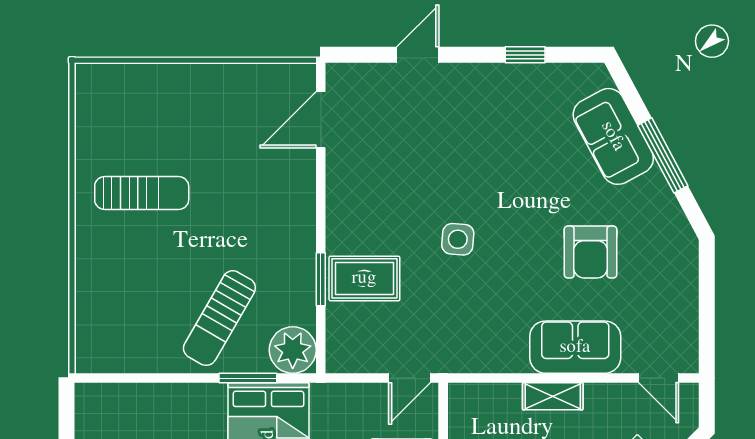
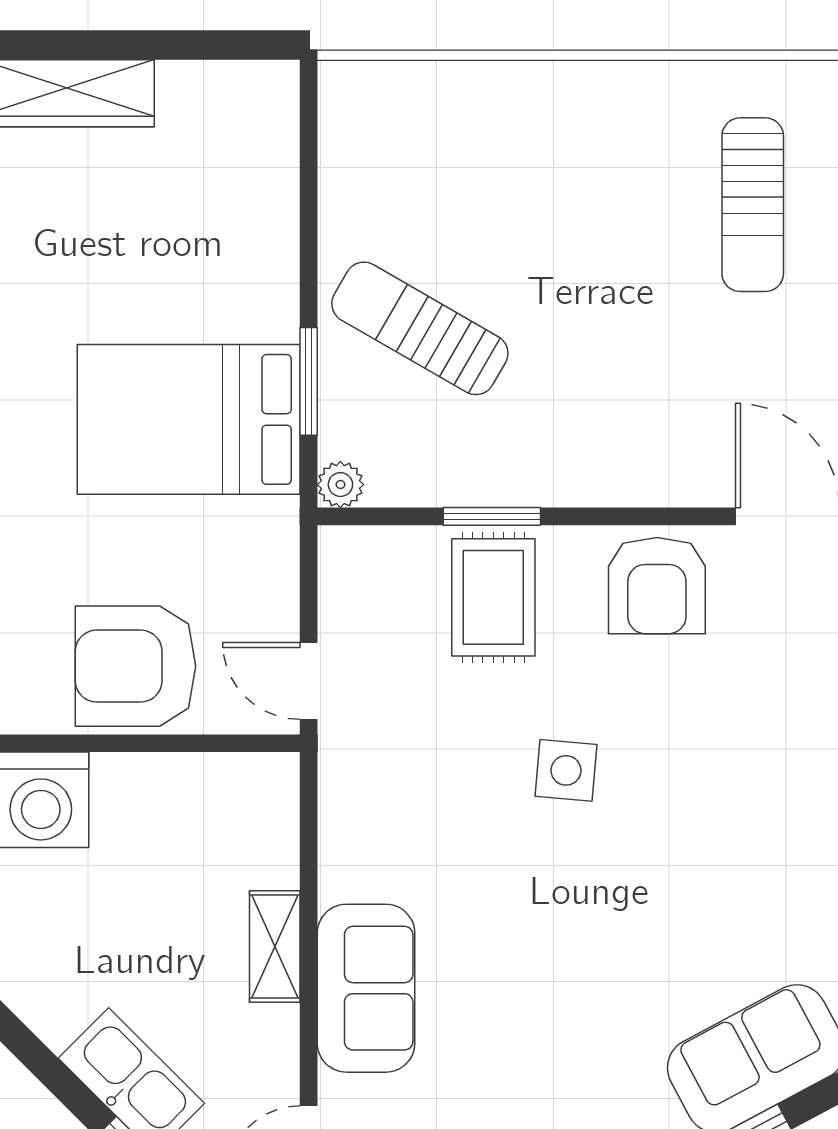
sun lounger: (142, 193) -> (753, 205), moved
armchair: (591, 252) -> (657, 586), moved, turned -90
plant: (293, 350) -> (340, 485), width x0.53, depth x0.53

